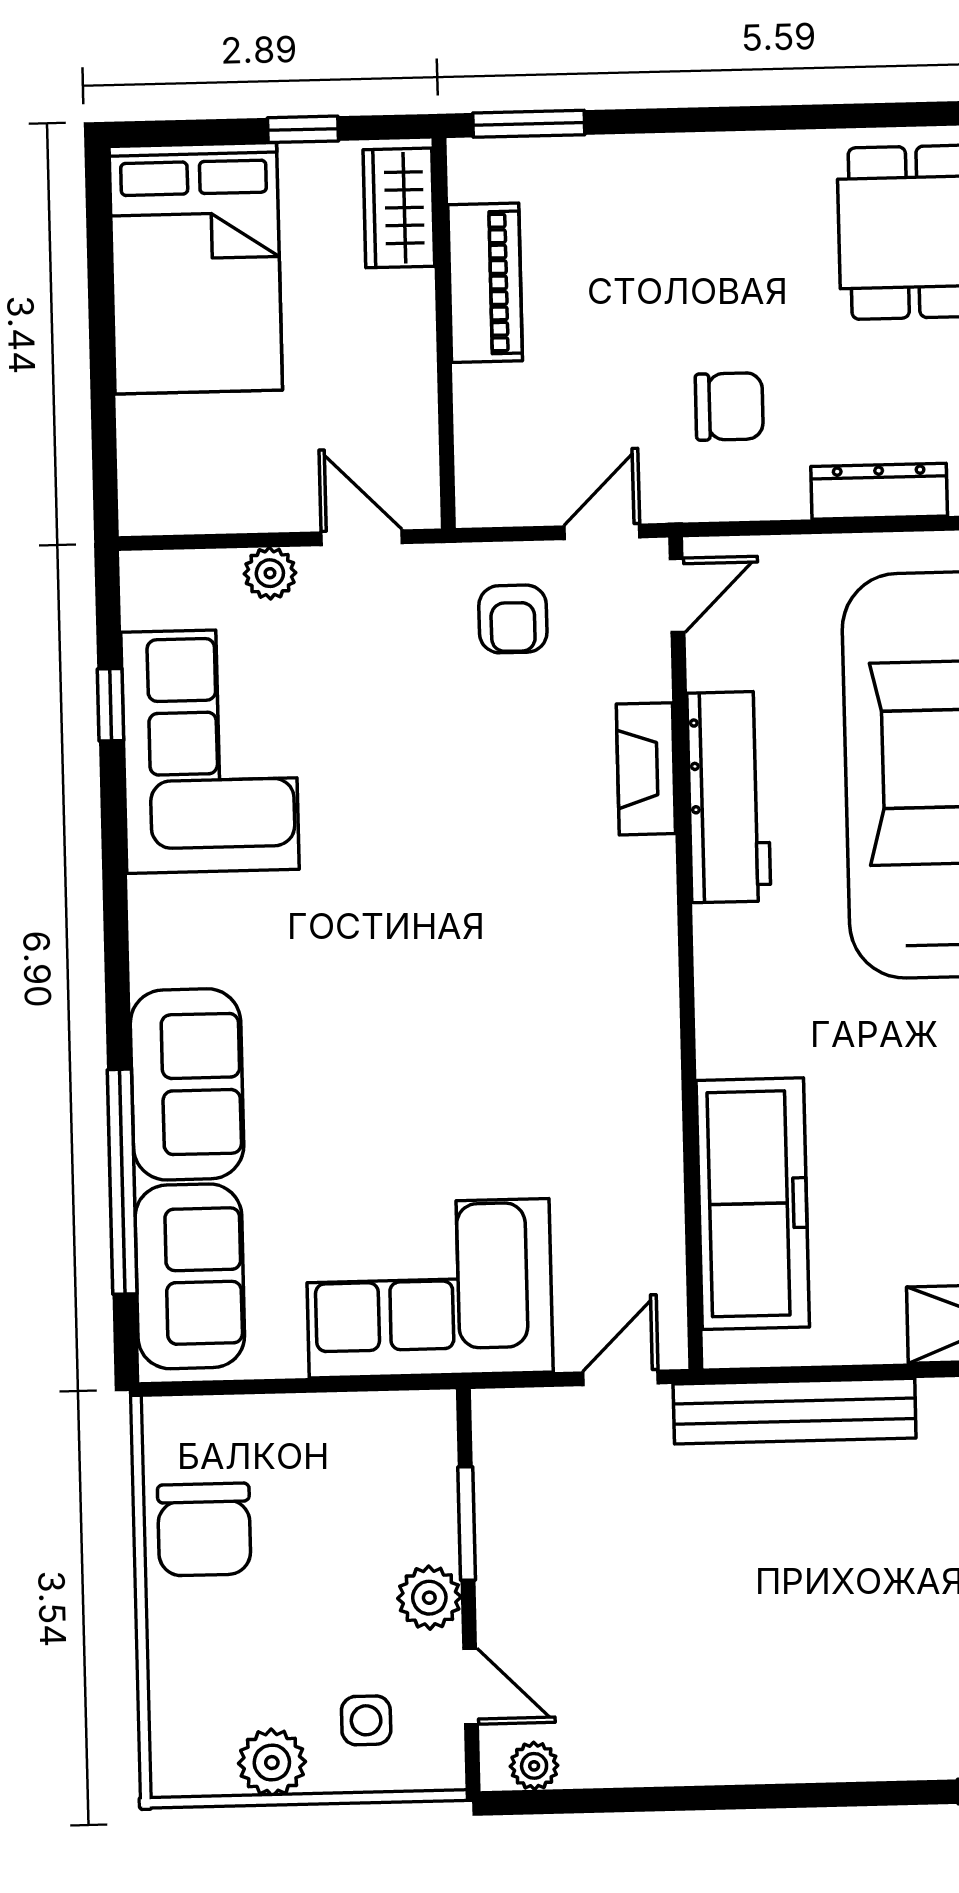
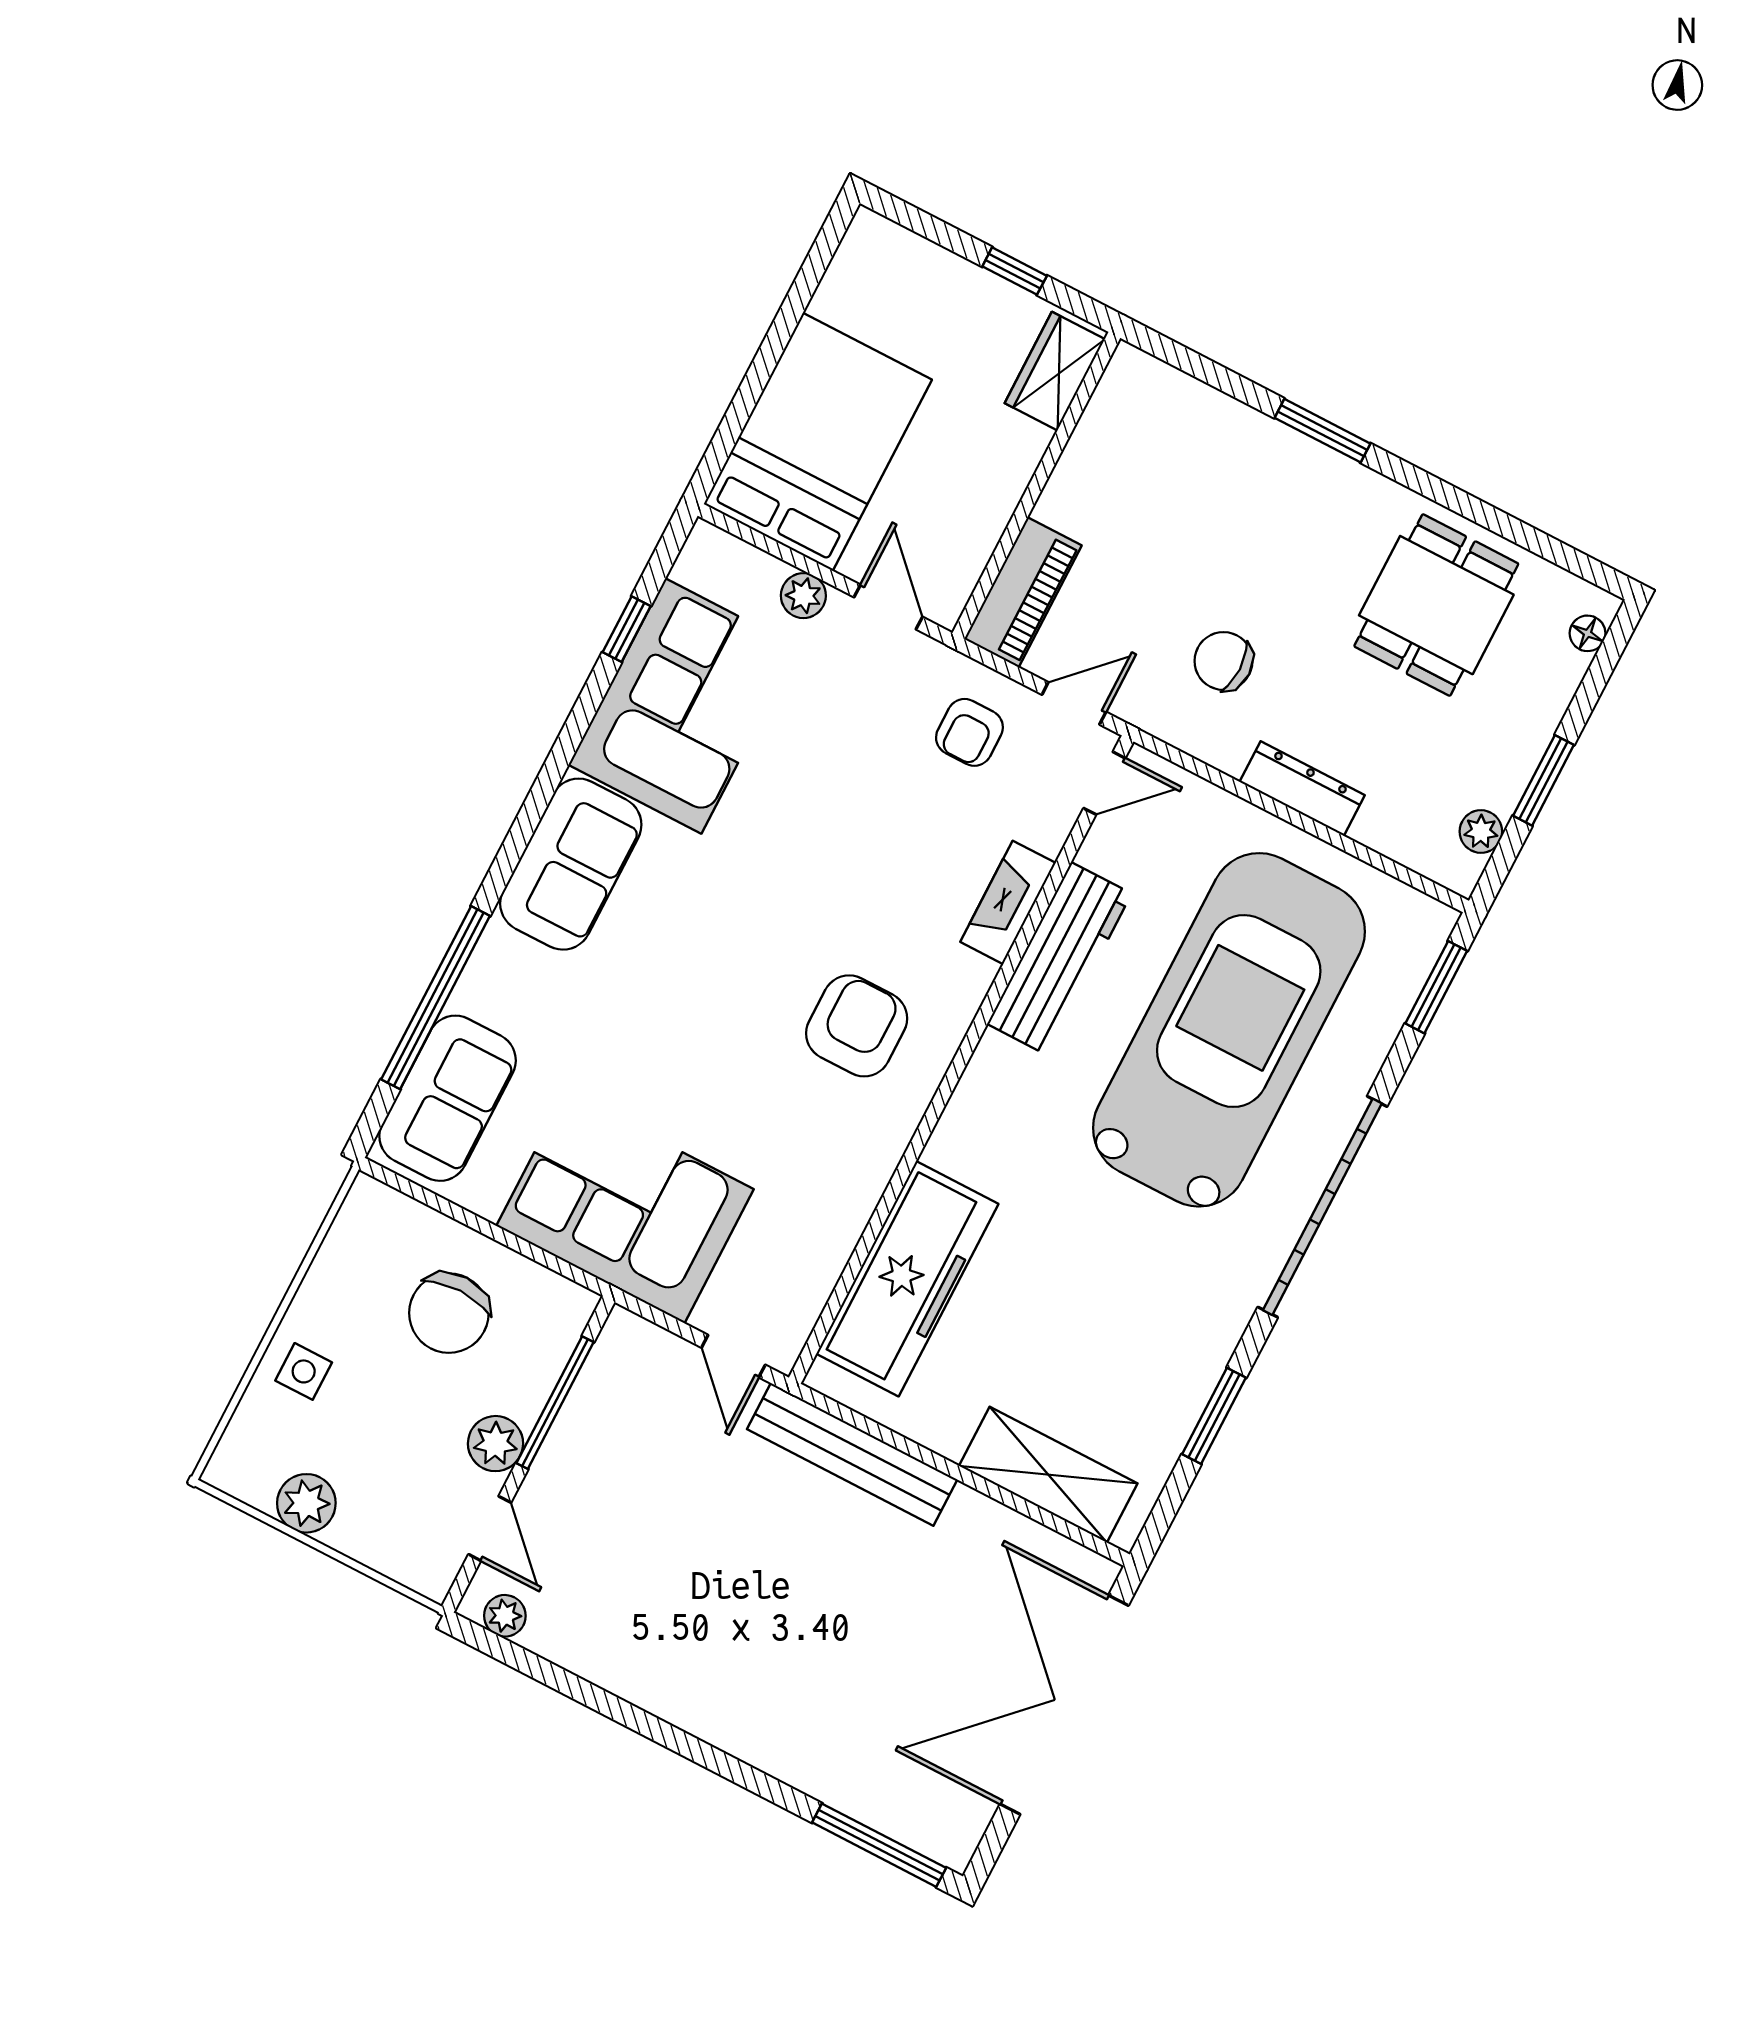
window: (529, 124) -> (1322, 431), moved
bed: (196, 268) -> (818, 442), moved, turned 180
piano: (485, 283) -> (1023, 592), moved
chair: (729, 406) -> (1223, 661), turned 180
armchair: (562, 977) -> (857, 1026), added
sofa: (187, 1084) -> (571, 864), moved
door: (621, 1378) -> (733, 1356), swing flipped
window: (467, 1524) -> (555, 1403), width x1.44
chair: (204, 1530) -> (449, 1313), moved
side table: (366, 1720) -> (304, 1371), moved

